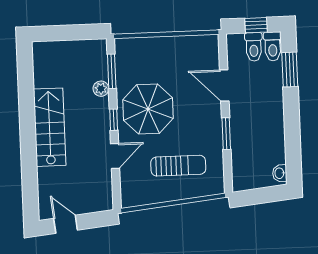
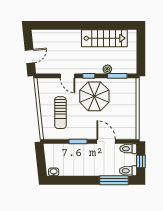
toilet: (254, 47) -> (128, 149), moved
window: (290, 70) -> (114, 180), width x1.44
door: (224, 86) -> (106, 142), hinge flipped
stairs: (50, 127) -> (104, 38), moved
door: (66, 224) -> (30, 56), moved

